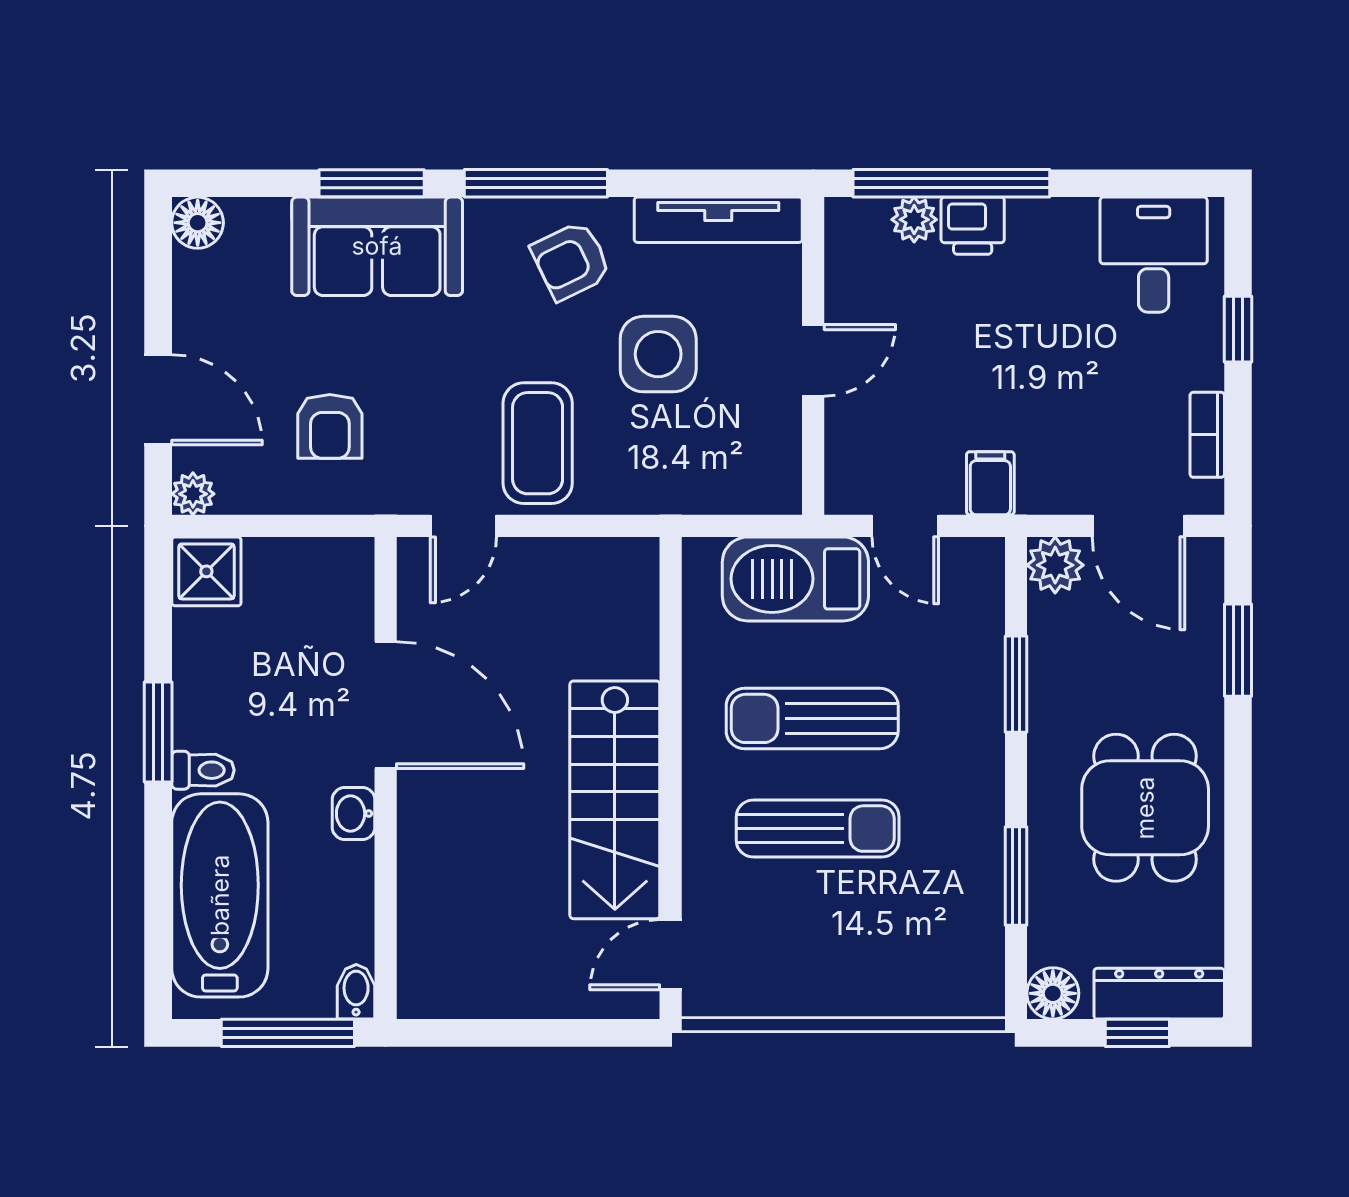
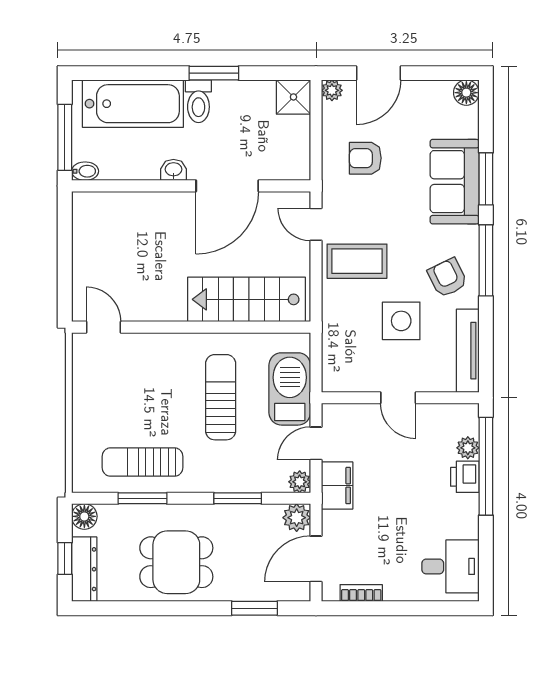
window: (1238, 329) -> (414, 608), removed
filing cabinet: (990, 483) -> (337, 486), width x2.00
plant: (983, 559) -> (300, 482), added
toilet: (203, 770) -> (198, 101), width x1.37, depth x1.39
stairs: (615, 800) -> (246, 299), moved
sun lounger: (818, 829) -> (143, 462), moved, turned 90

